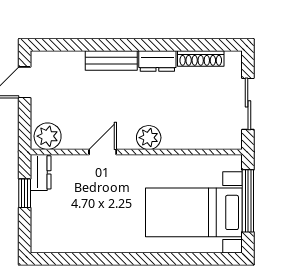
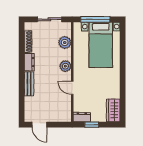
plant: (48, 136) -> (65, 43), moved
wardrobe: (55, 239) -> (113, 110), added

